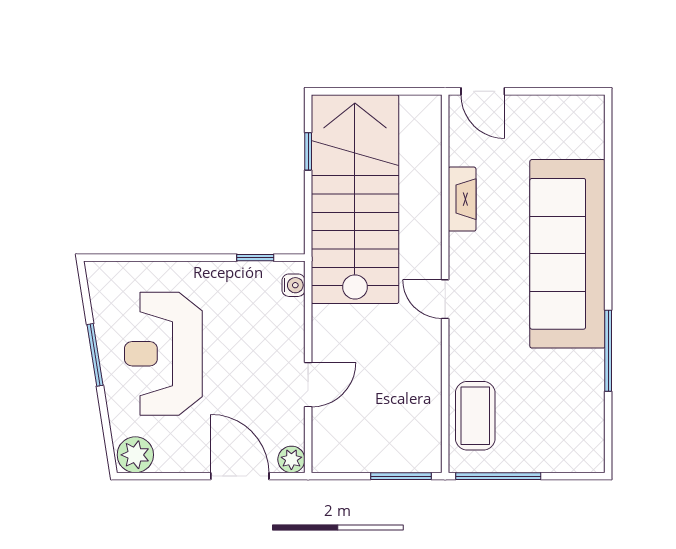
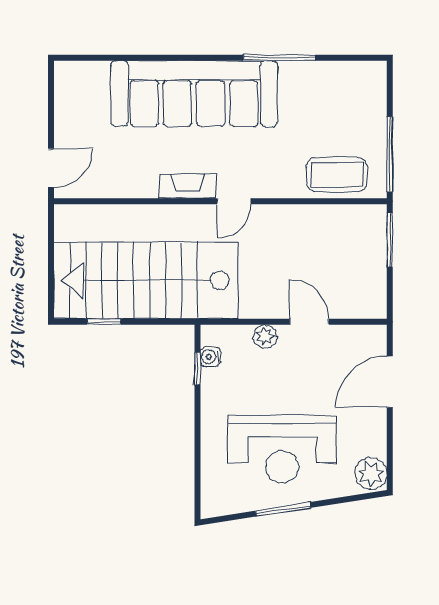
fireplace: (462, 199) -> (188, 186), moved
water cooler: (293, 285) -> (210, 357), moved, turned -90
plant: (291, 459) -> (265, 336), moved

